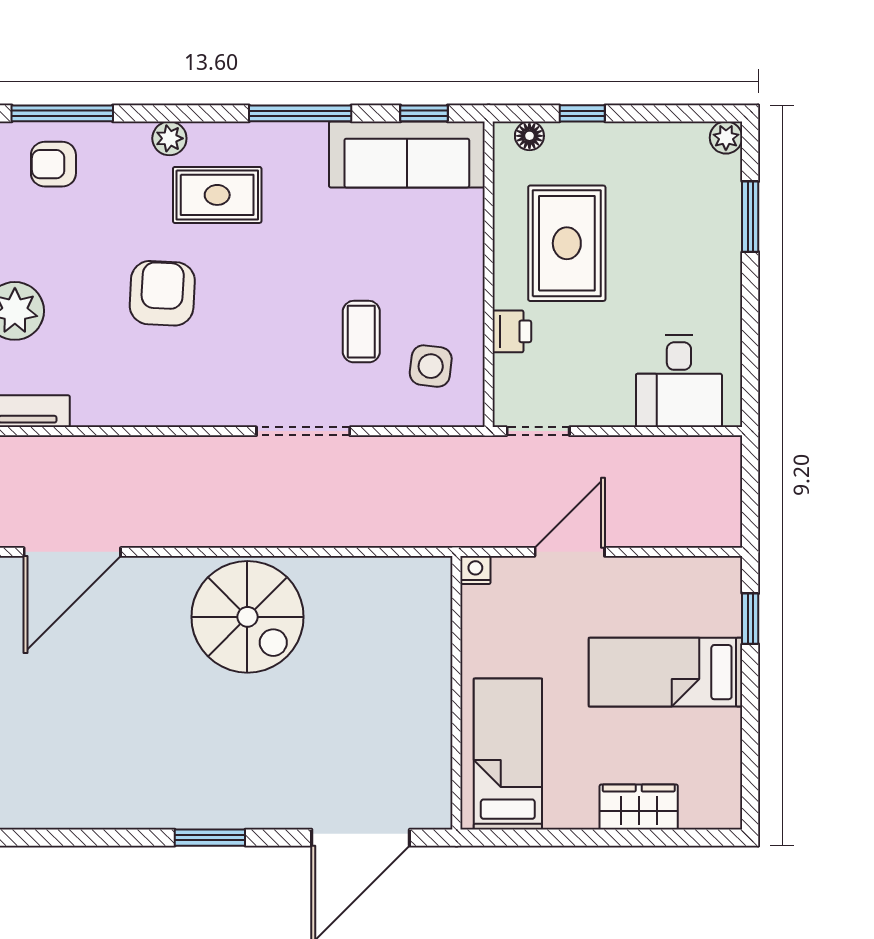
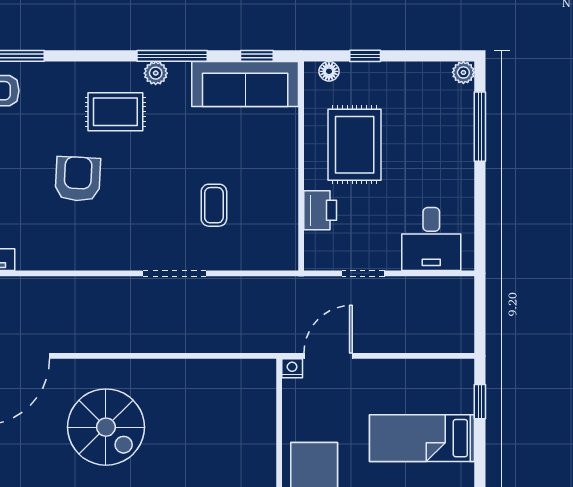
plant: (169, 138) -> (156, 73), moved
window: (750, 217) -> (480, 127), width x1.44
printer: (512, 331) -> (320, 210), width x1.36, depth x1.24
side table: (431, 366) -> (261, 229), removed
doorway: (538, 431) -> (363, 273), moved
door: (570, 552) -> (328, 356), moved
spiral stairs: (247, 617) -> (106, 427), moved

